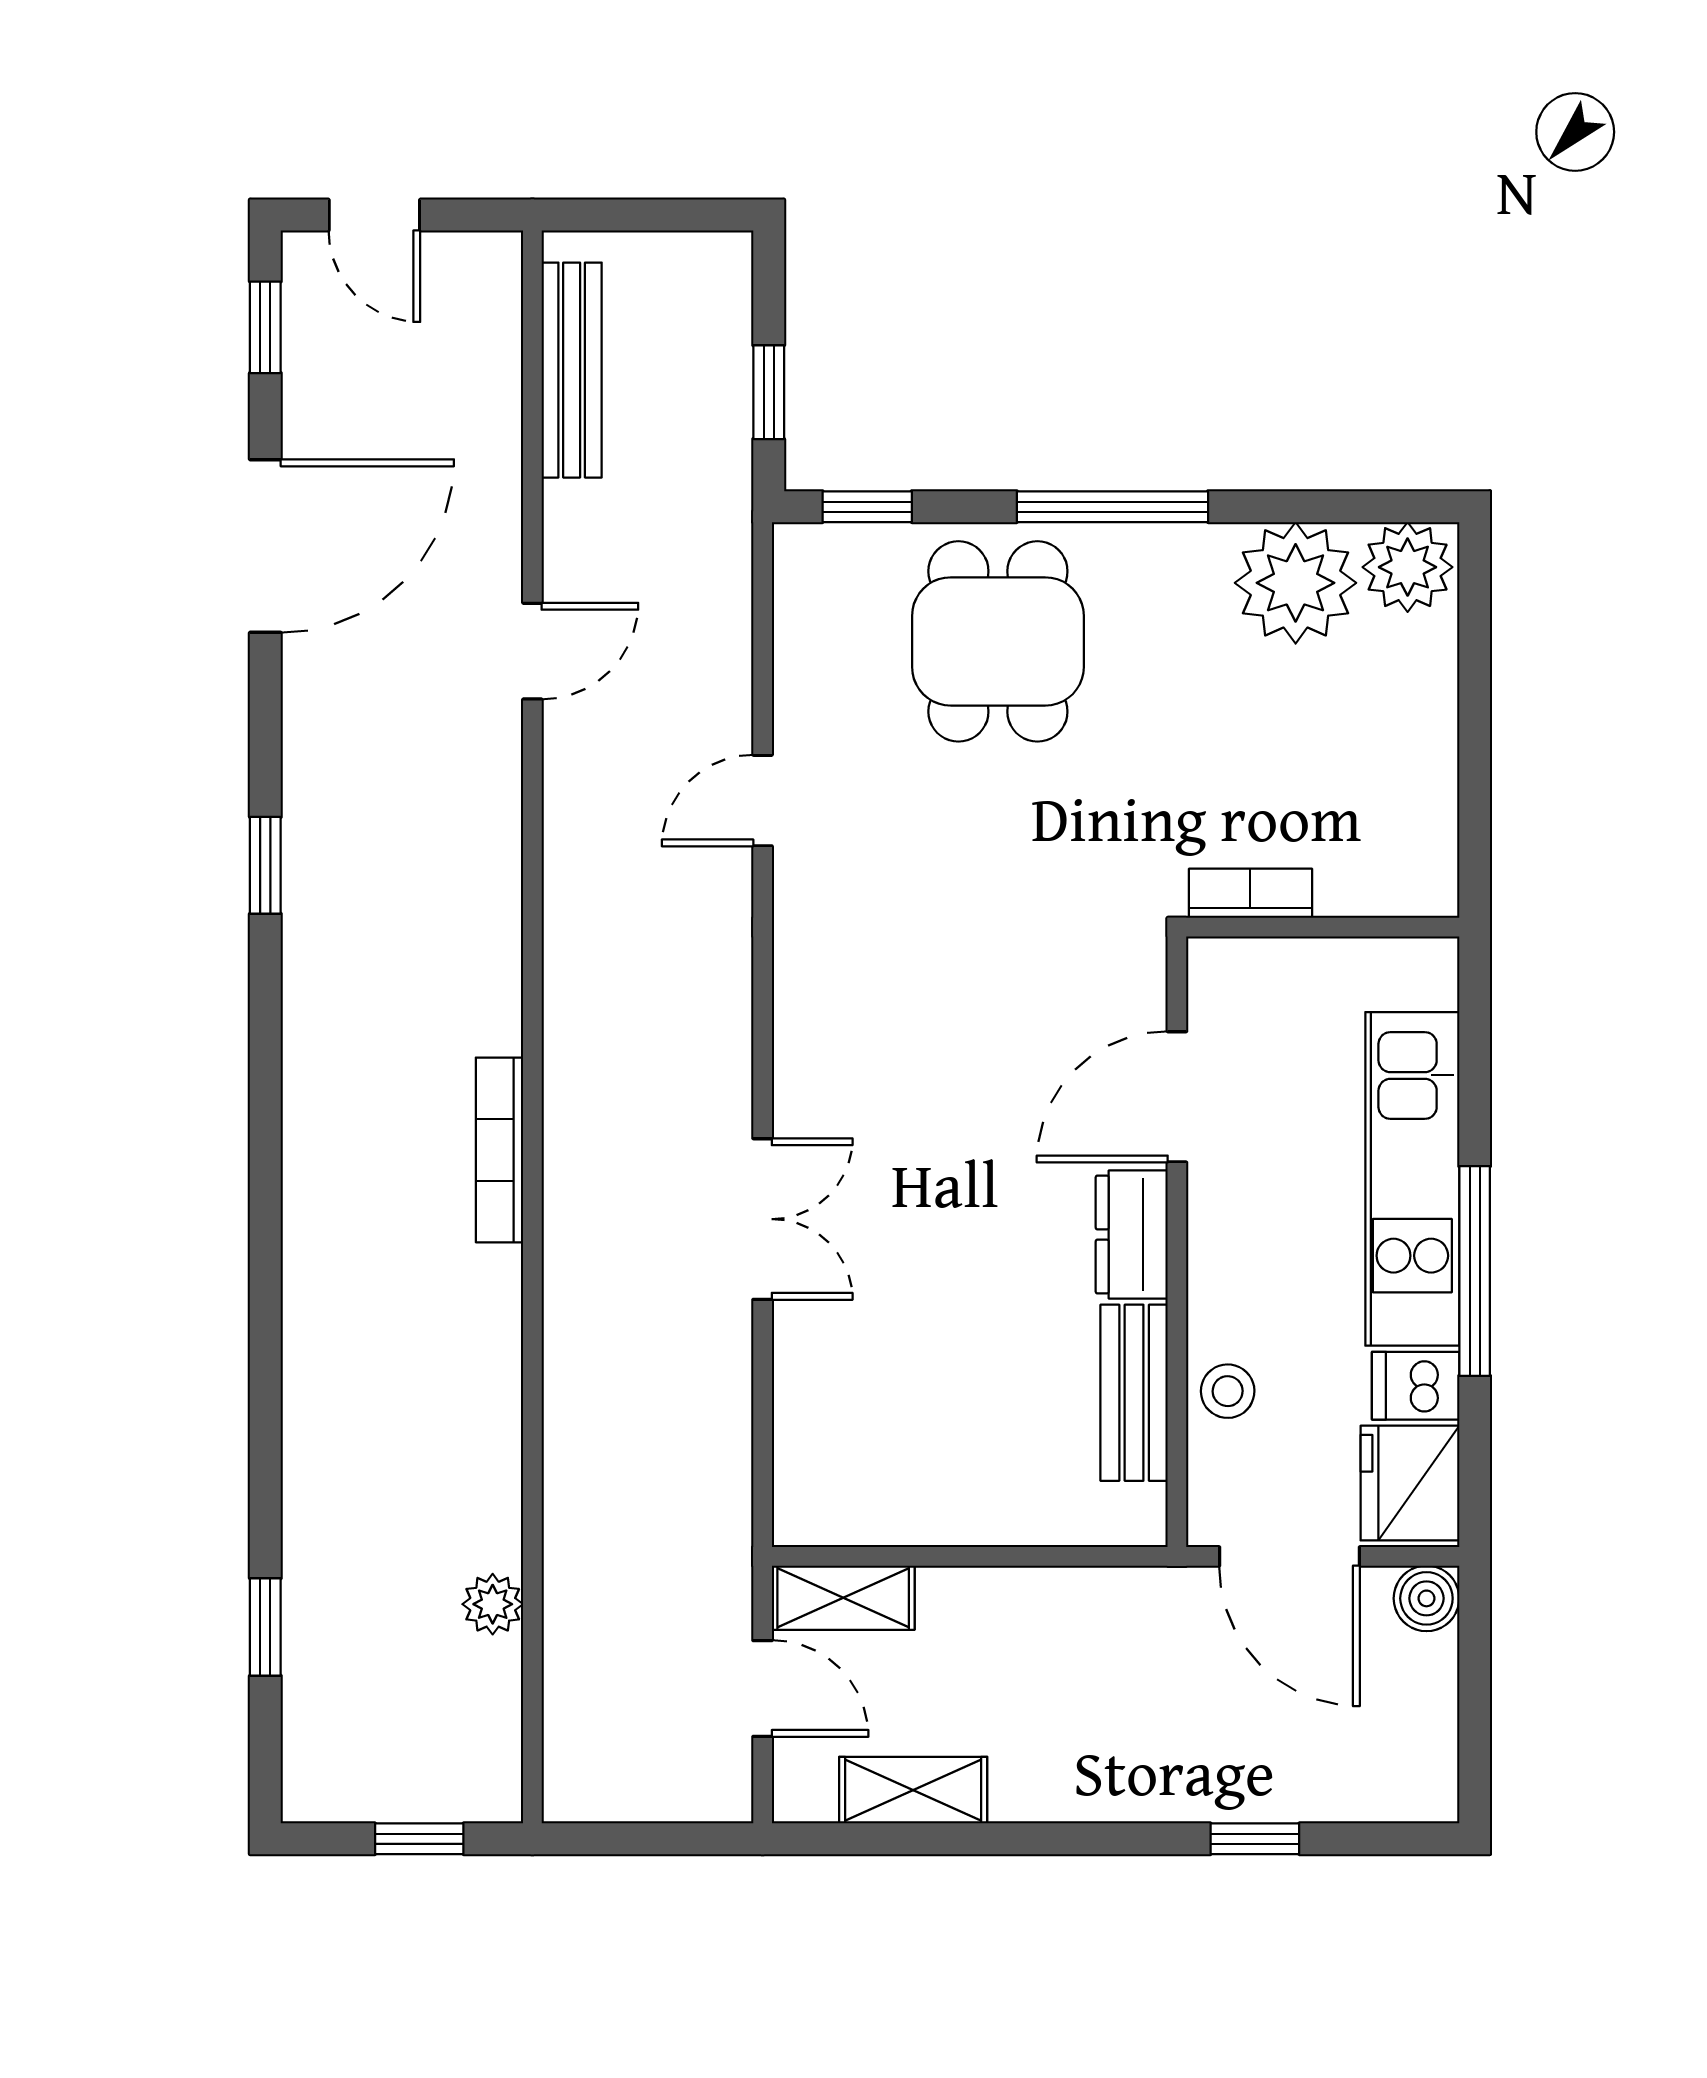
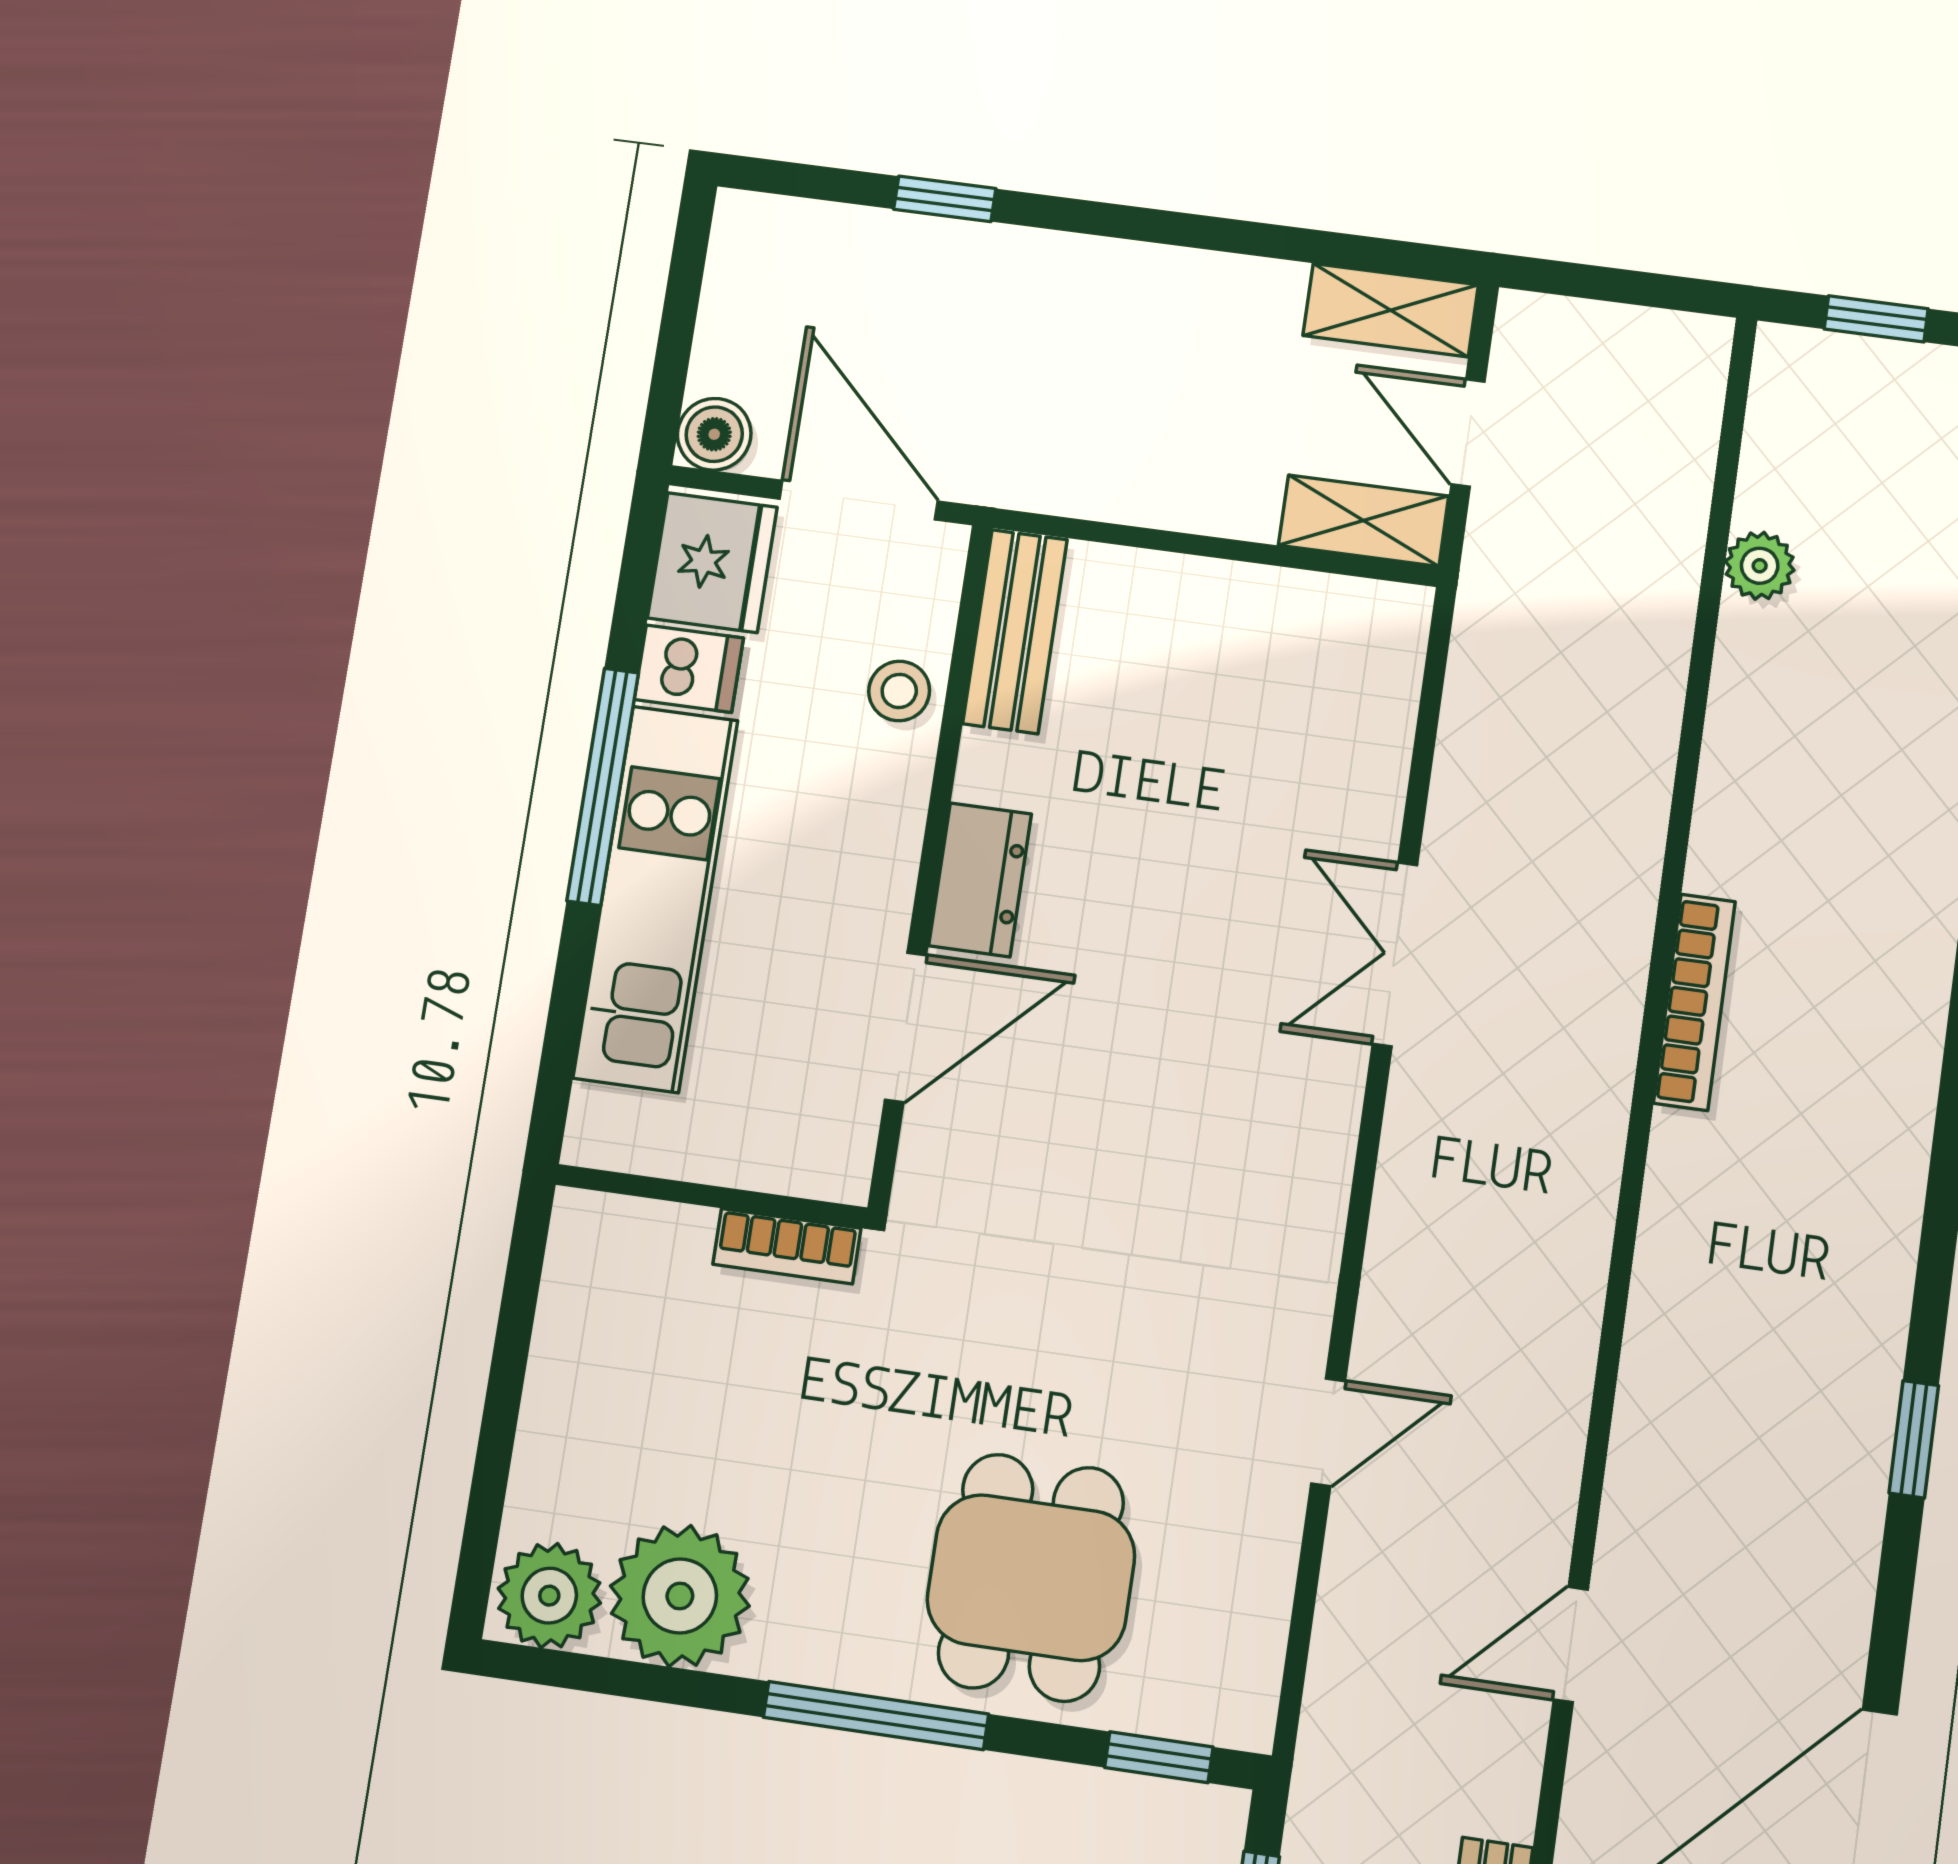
bookcase: (500, 1150) -> (1694, 1002), moved
bench: (1134, 1393) -> (1015, 632), moved
shelving: (913, 1790) -> (1391, 310), moved

